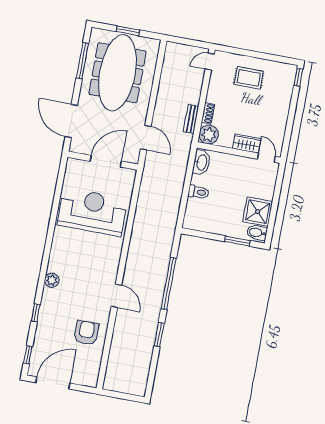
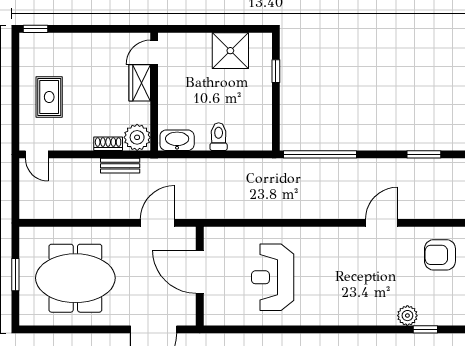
window: (82, 61) -> (68, 329), removed
meeting table: (118, 73) -> (75, 278), width x0.73
reception desk: (92, 212) -> (273, 277), width x0.74, depth x0.77
bidet: (257, 233) -> (259, 46), removed
window: (237, 241) -> (276, 71), width x0.67
plant: (52, 280) -> (407, 316), moved
window: (169, 283) -> (320, 154), moved

